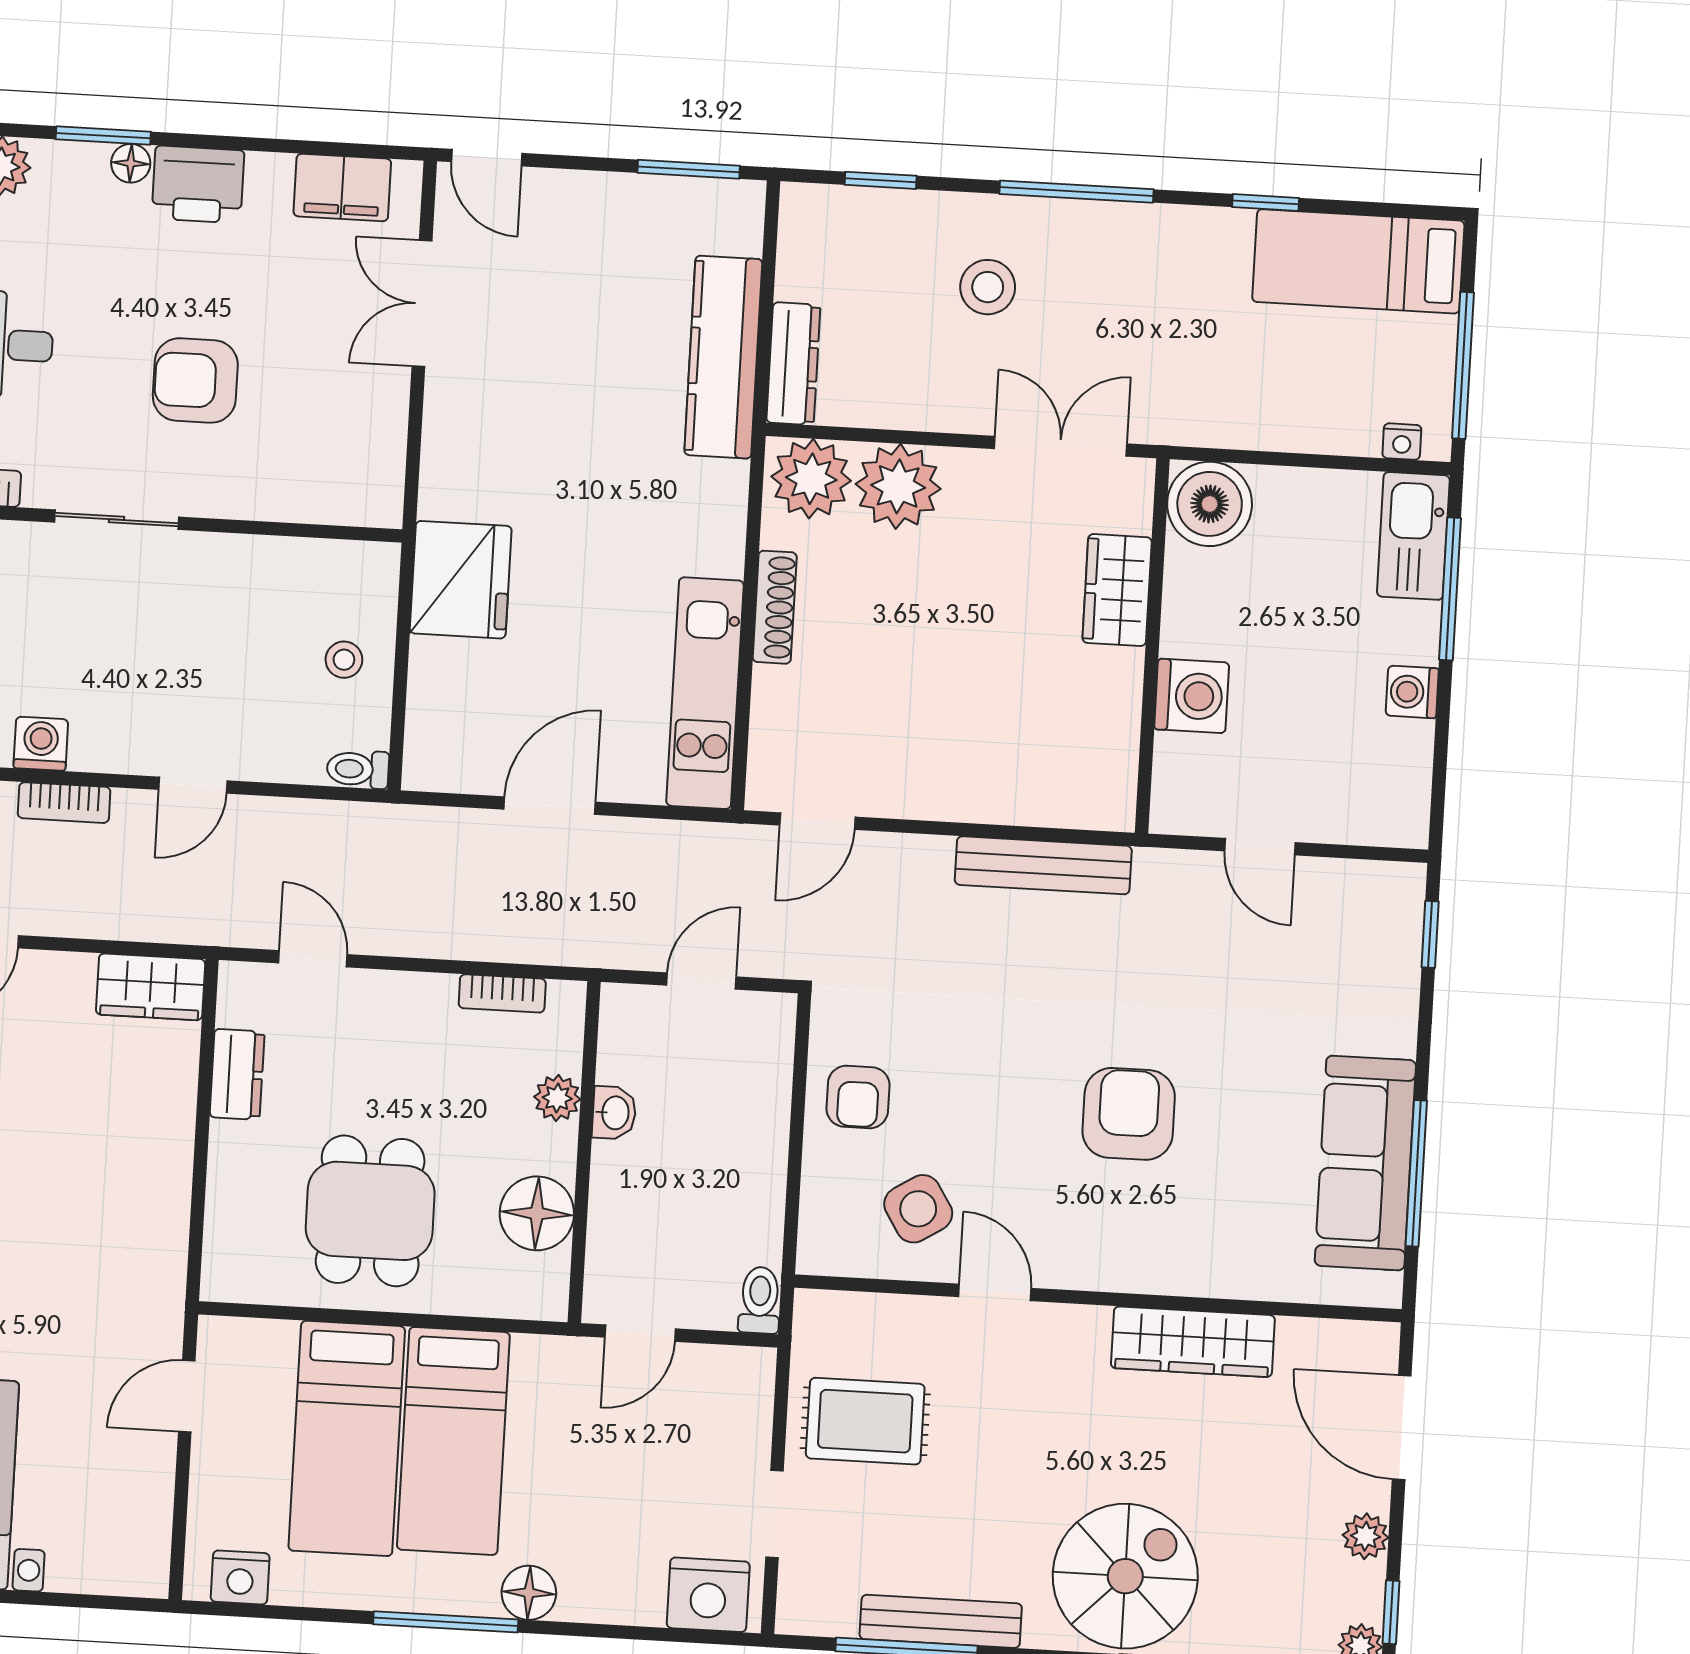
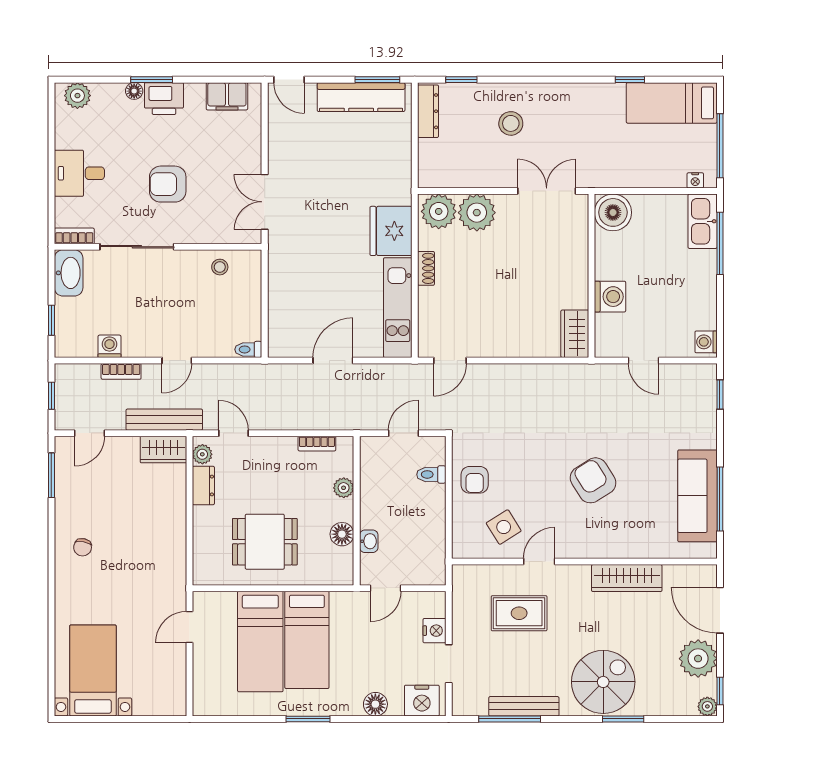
window: (103, 135) -> (152, 80), moved
window: (1076, 192) -> (547, 80), removed
double door: (422, 304) -> (265, 202), moved
kitchen counter: (723, 357) -> (361, 97), moved, turned -90
dresser: (793, 364) -> (428, 111), moved
sliding door: (117, 520) -> (137, 247), width x1.37
fridge: (461, 580) -> (391, 231), moved, turned 180
wardrobe: (1117, 590) -> (575, 334), moved
shoe rack: (775, 607) -> (426, 268), width x0.70
stool: (344, 660) -> (220, 267), moved
washing machine: (1412, 692) -> (706, 342), moved
bench: (1043, 865) -> (164, 420), moved
plant: (239, 1003) -> (202, 454), added
washbasin: (614, 1113) -> (369, 541), moved
armchair: (1129, 1114) -> (593, 480), turned -32
dining table: (370, 1211) -> (265, 542), turned 90
floor lamp: (537, 1213) -> (342, 534), width x0.73, depth x0.73
door: (995, 1292) -> (539, 562), hinge flipped
toilet: (760, 1300) -> (431, 474), moved, turned -90
rug: (865, 1421) -> (519, 613), moved
plant: (1365, 1536) -> (698, 659), width x1.87, depth x1.87
nightstand: (240, 1577) -> (434, 631), moved, turned -90
floor lamp: (529, 1593) -> (375, 704), moved
window: (446, 1622) -> (308, 719), width x0.69

